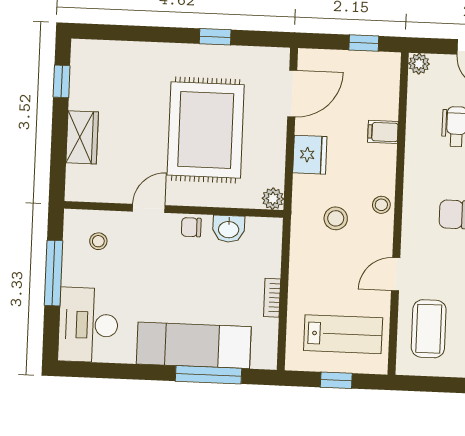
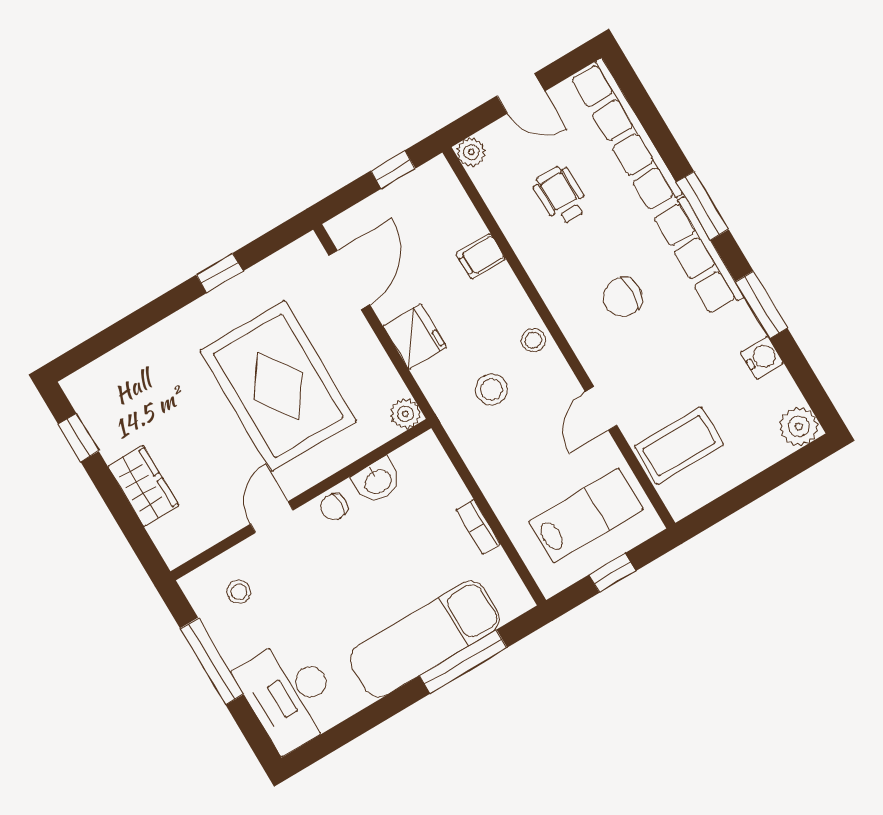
coffee table: (429, 329) -> (679, 446), turned 90

